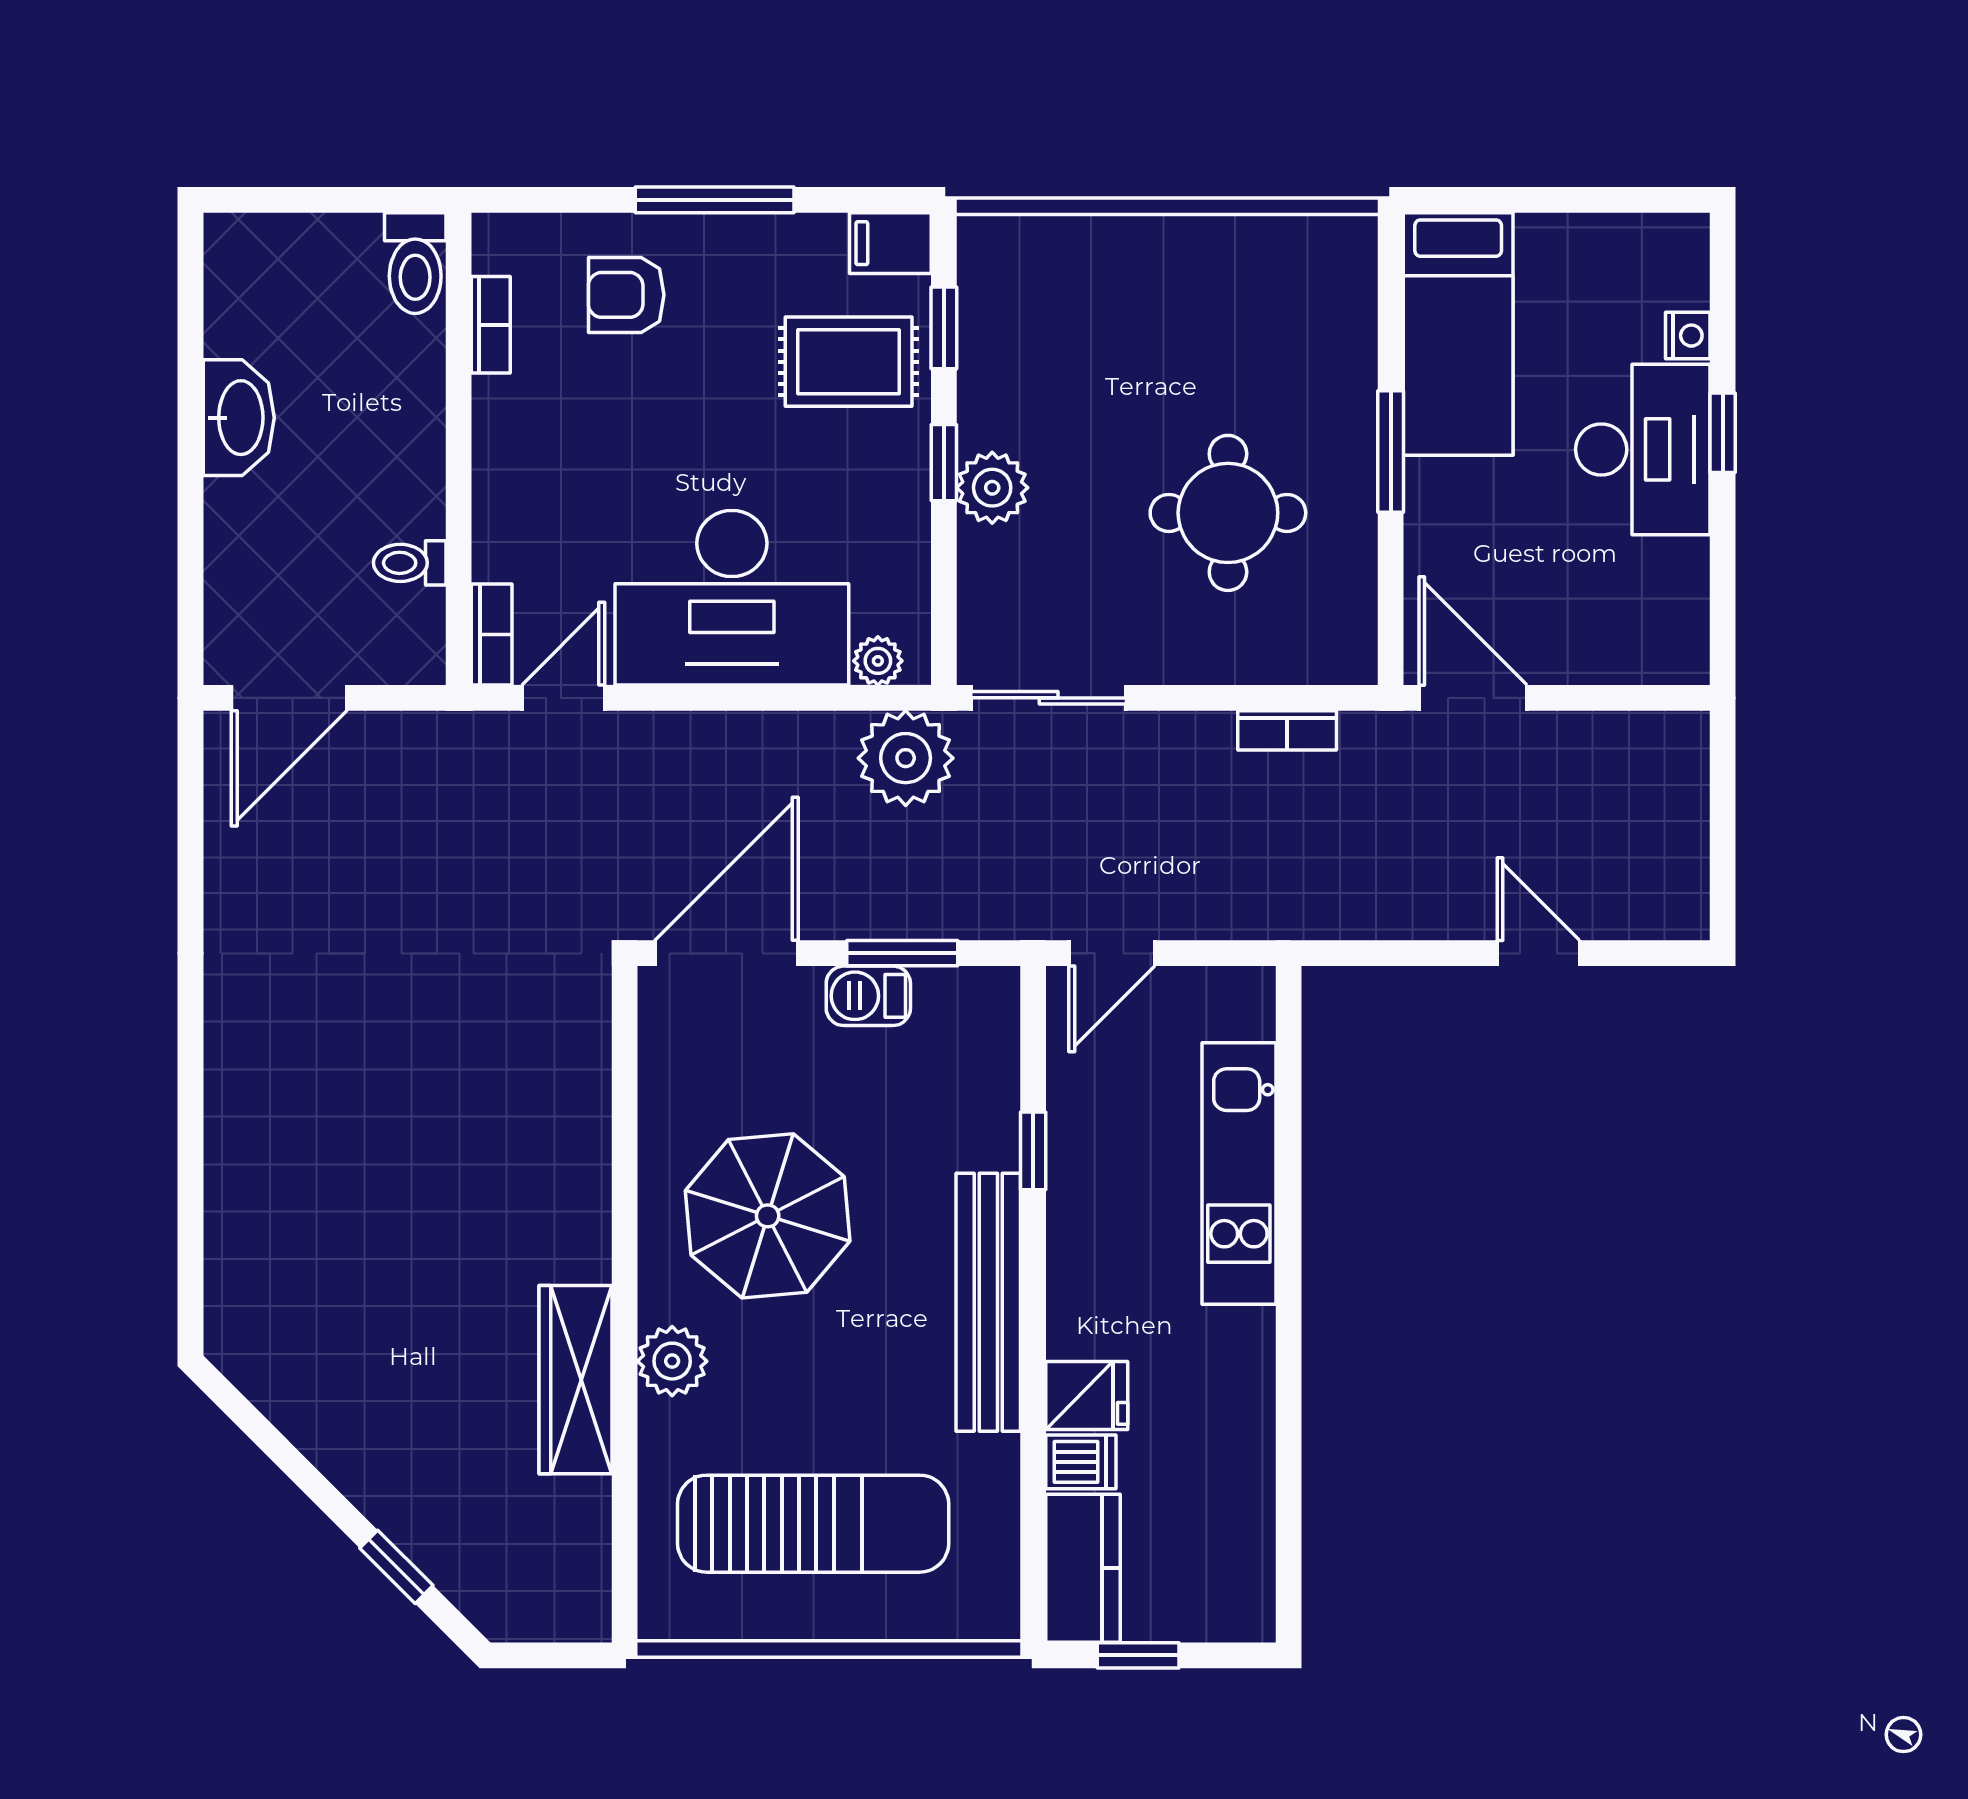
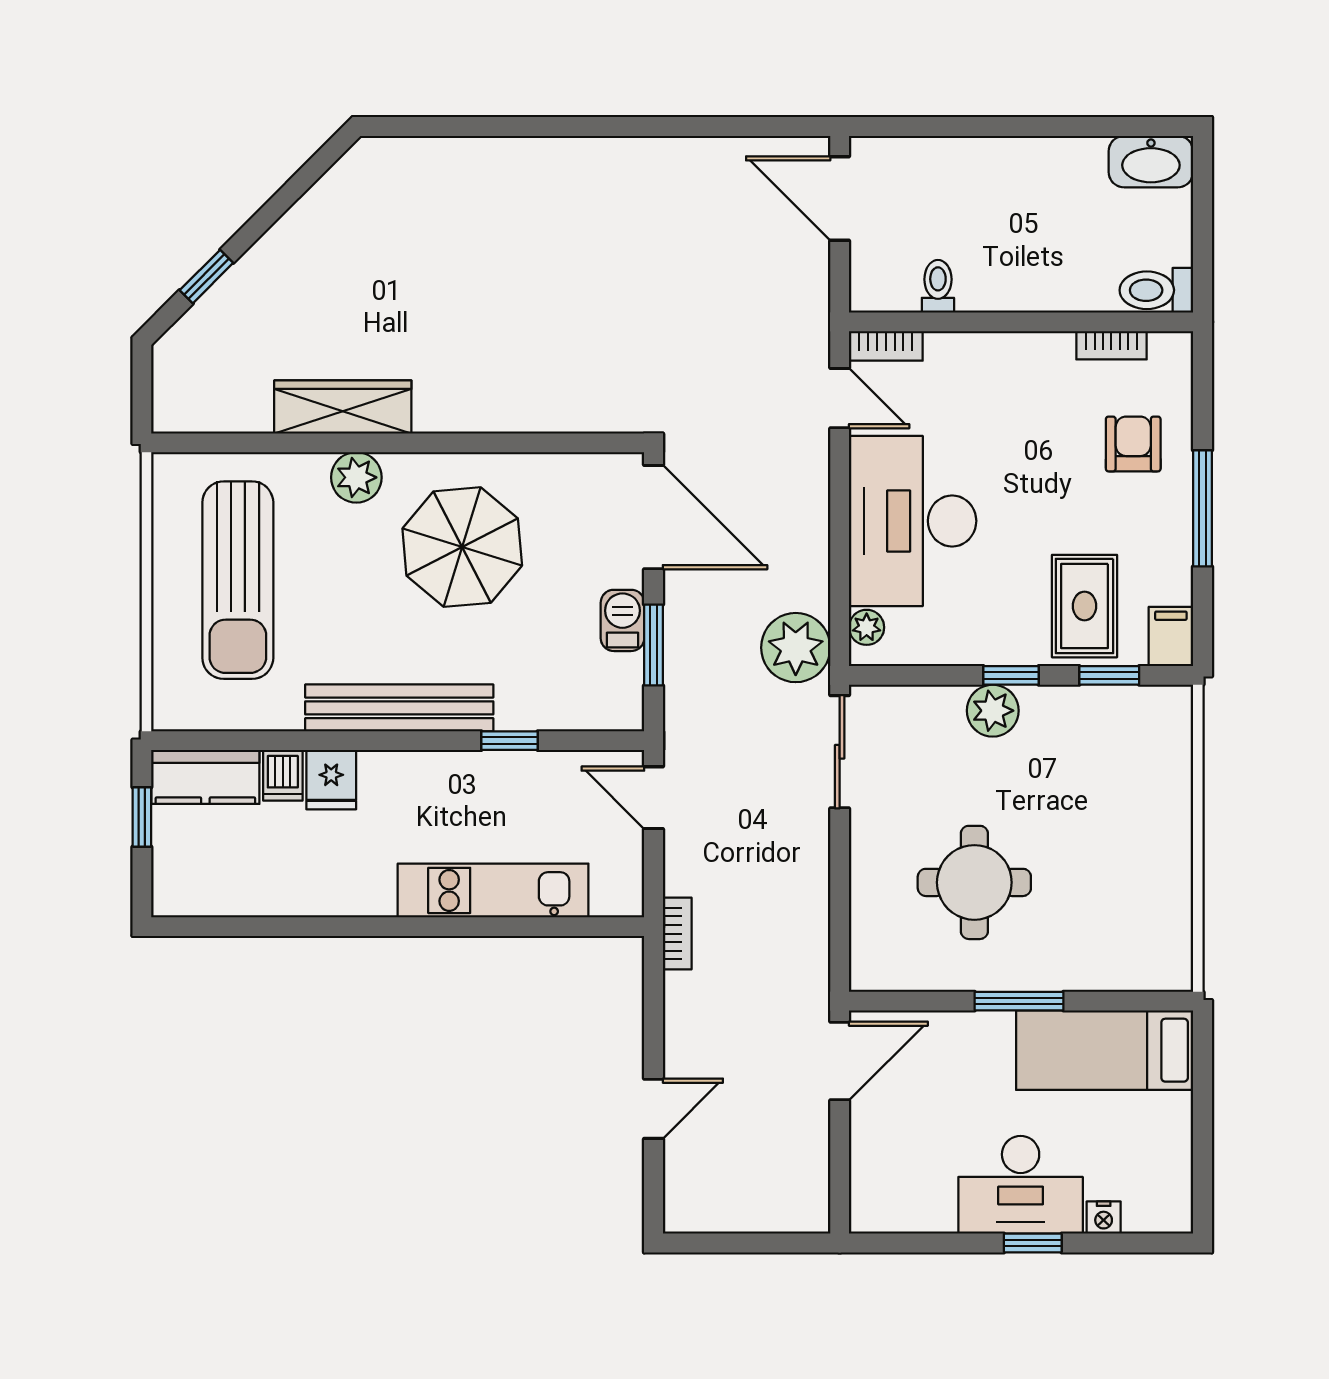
washbasin: (239, 418) -> (1151, 162), moved
bookcase: (1287, 730) -> (677, 934), moved, turned 180

